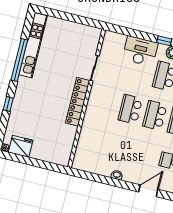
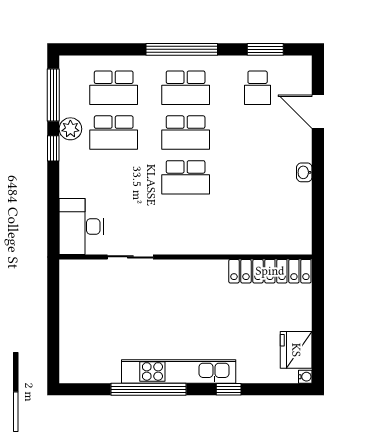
kitchen unit: (33, 45) -> (179, 371), moved
desk: (140, 51) -> (81, 226), moved
locker: (78, 102) -> (270, 271), moved

